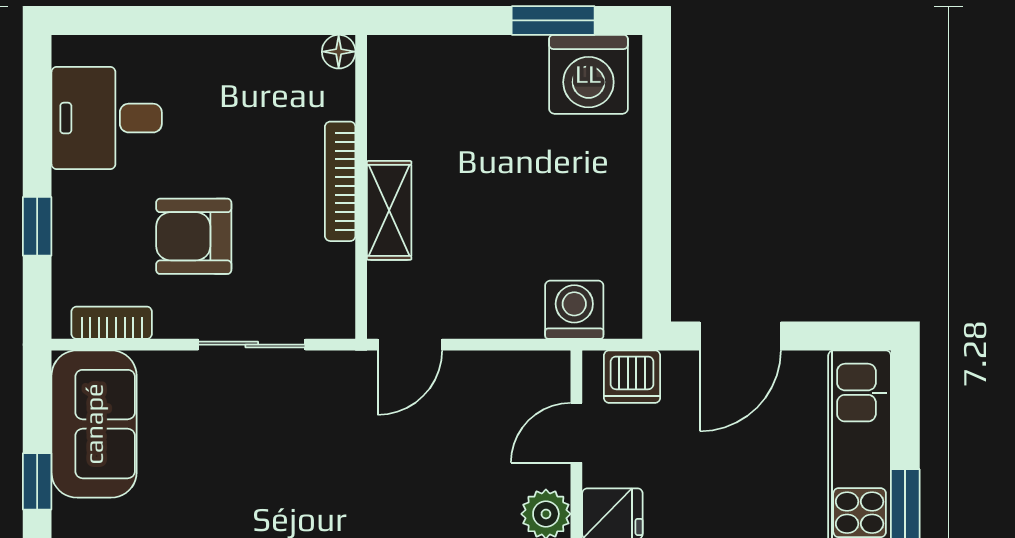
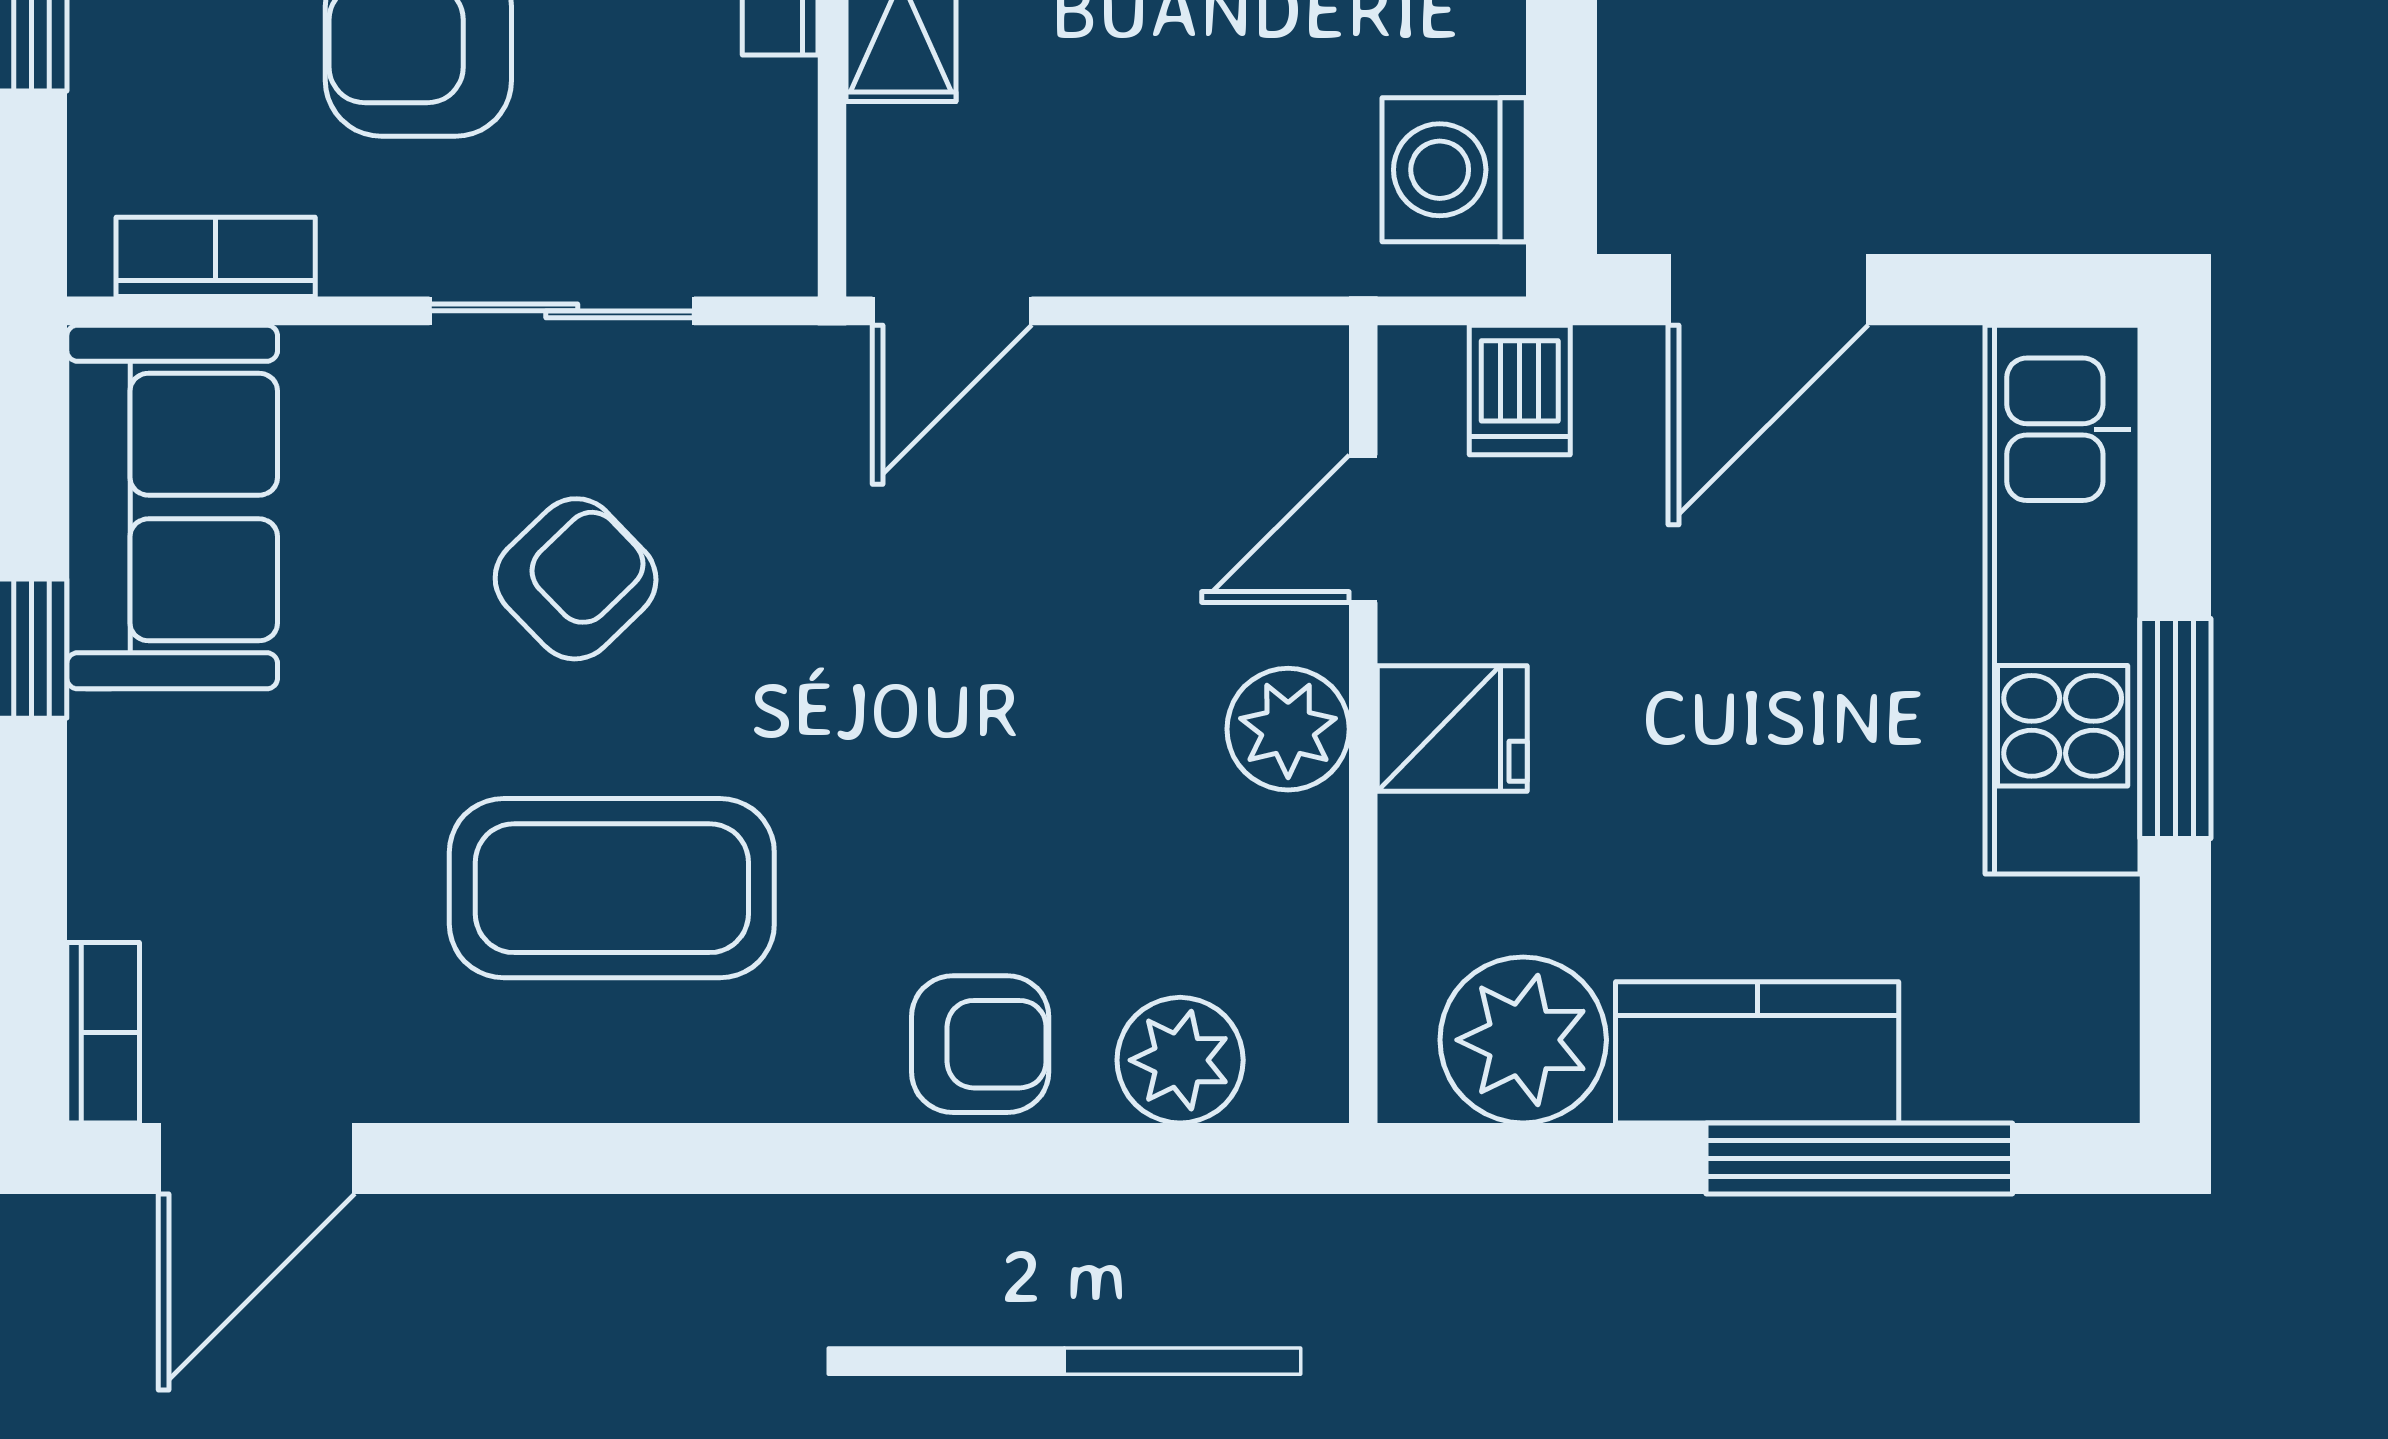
washing machine: (574, 310) -> (1454, 170), moved, turned -90
dishwasher: (632, 377) -> (1520, 390), width x0.73
armchair: (257, 453) -> (576, 579), added

